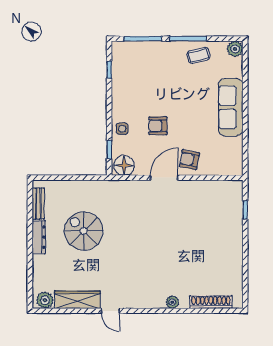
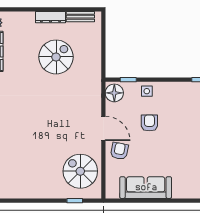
sofa: (231, 107) -> (146, 188), moved
spiral stairs: (212, 204) -> (80, 171), added

